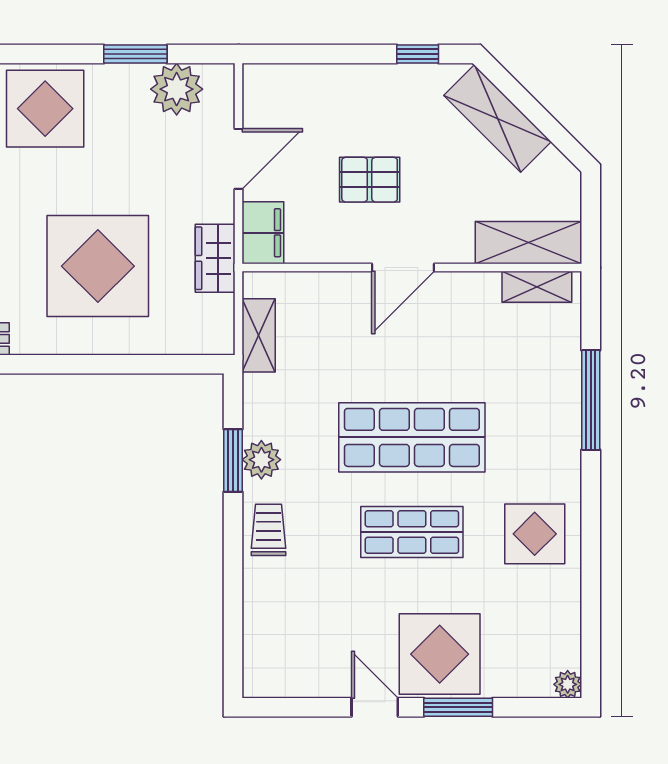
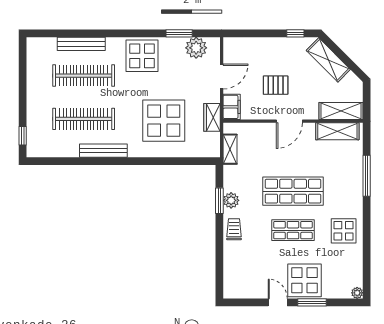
shelving: (537, 287) -> (337, 131), width x1.50, depth x1.33

